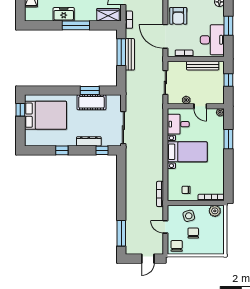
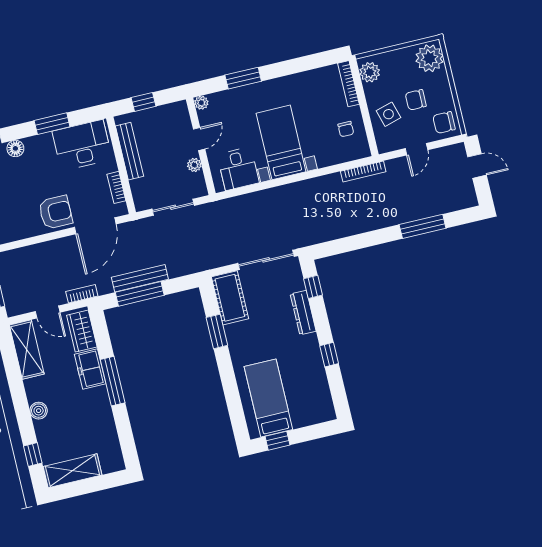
freezer: (64, 14) -> (90, 369), moved
cot: (91, 102) -> (230, 298), moved
bed: (46, 115) -> (268, 398), width x0.67
window: (121, 233) -> (423, 226), moved
plant: (215, 246) -> (429, 58), added

